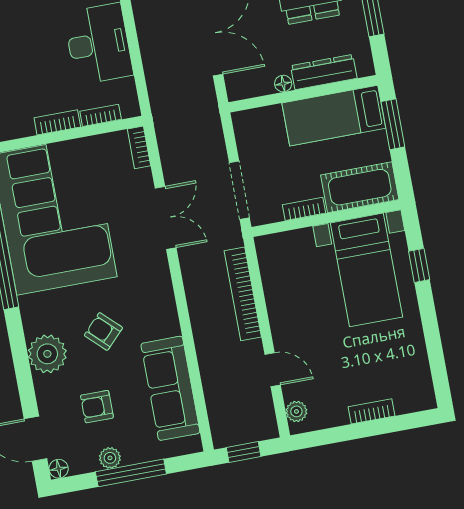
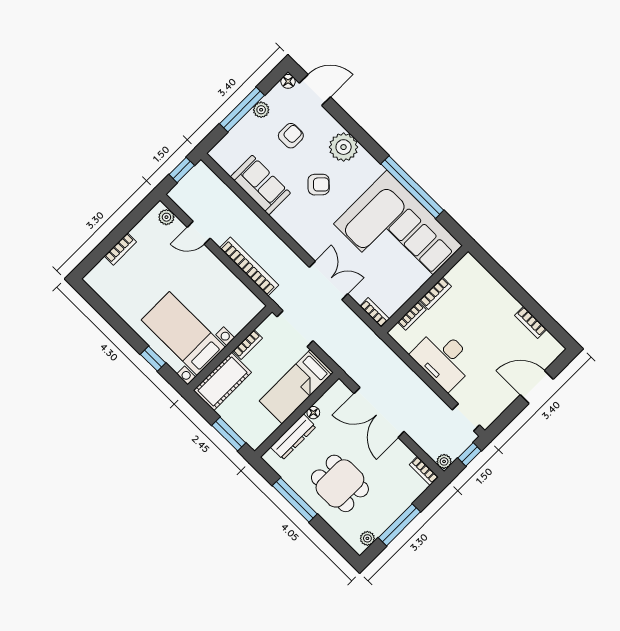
bed: (334, 116) -> (296, 387), moved, turned 180
double door: (166, 218) -> (329, 280), swing flipped
sofa: (170, 388) -> (260, 185), width x0.73

